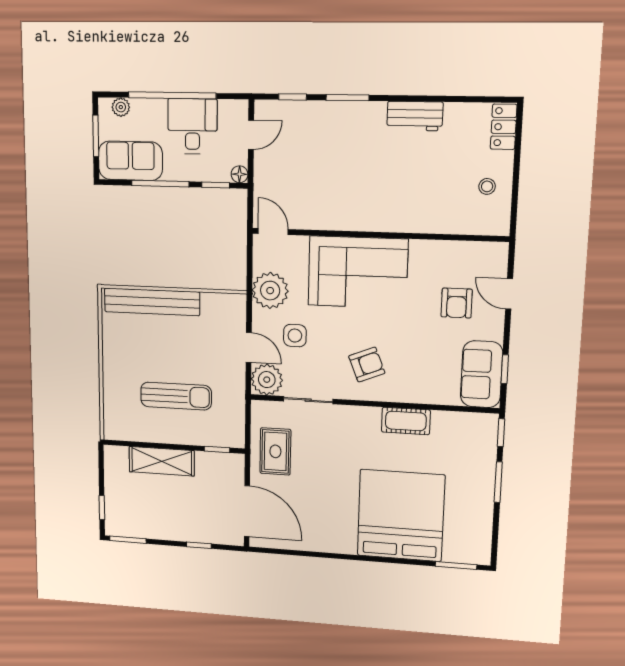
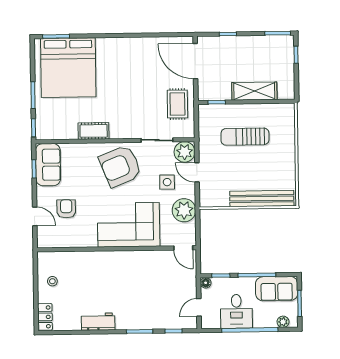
armchair: (367, 365) -> (120, 166), width x1.88, depth x1.88
bed: (401, 516) -> (68, 68), moved

